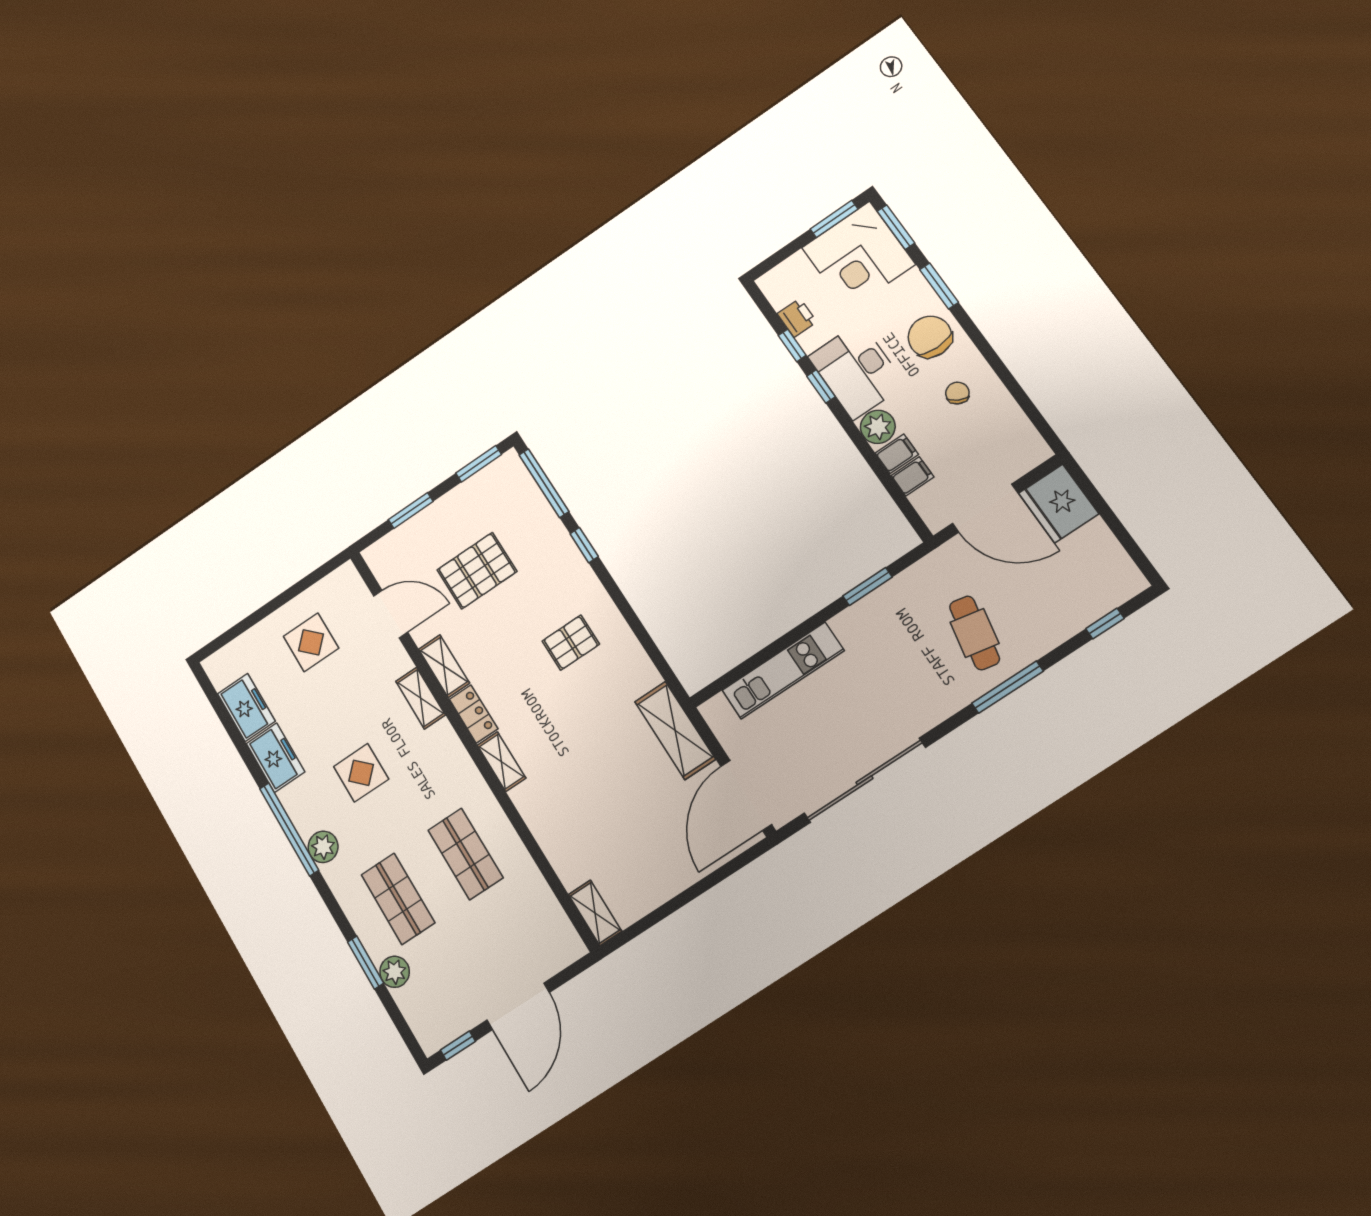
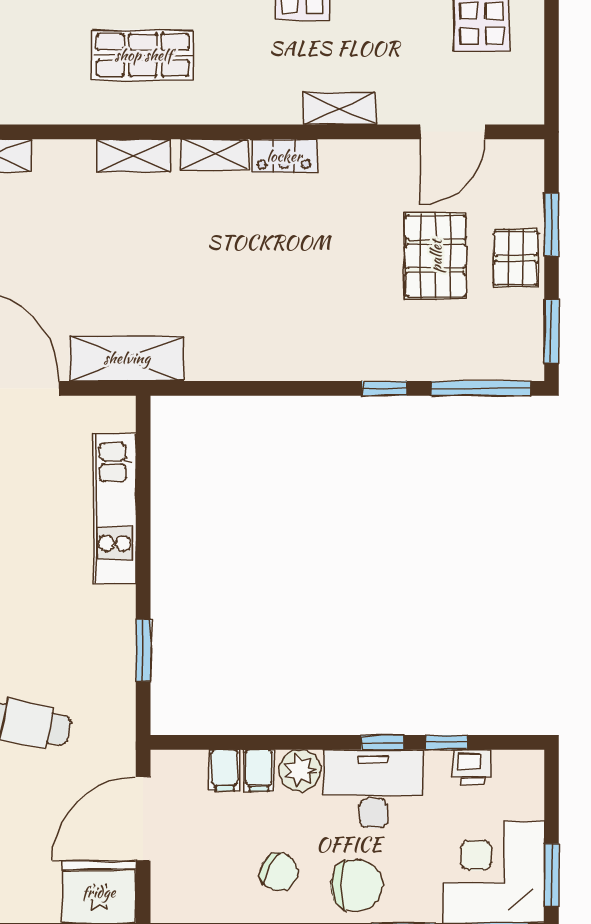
chair: (957, 393) -> (279, 872), width x1.37, depth x1.37
pallet: (571, 643) -> (516, 258), moved
shelving: (444, 666) -> (134, 156), moved

